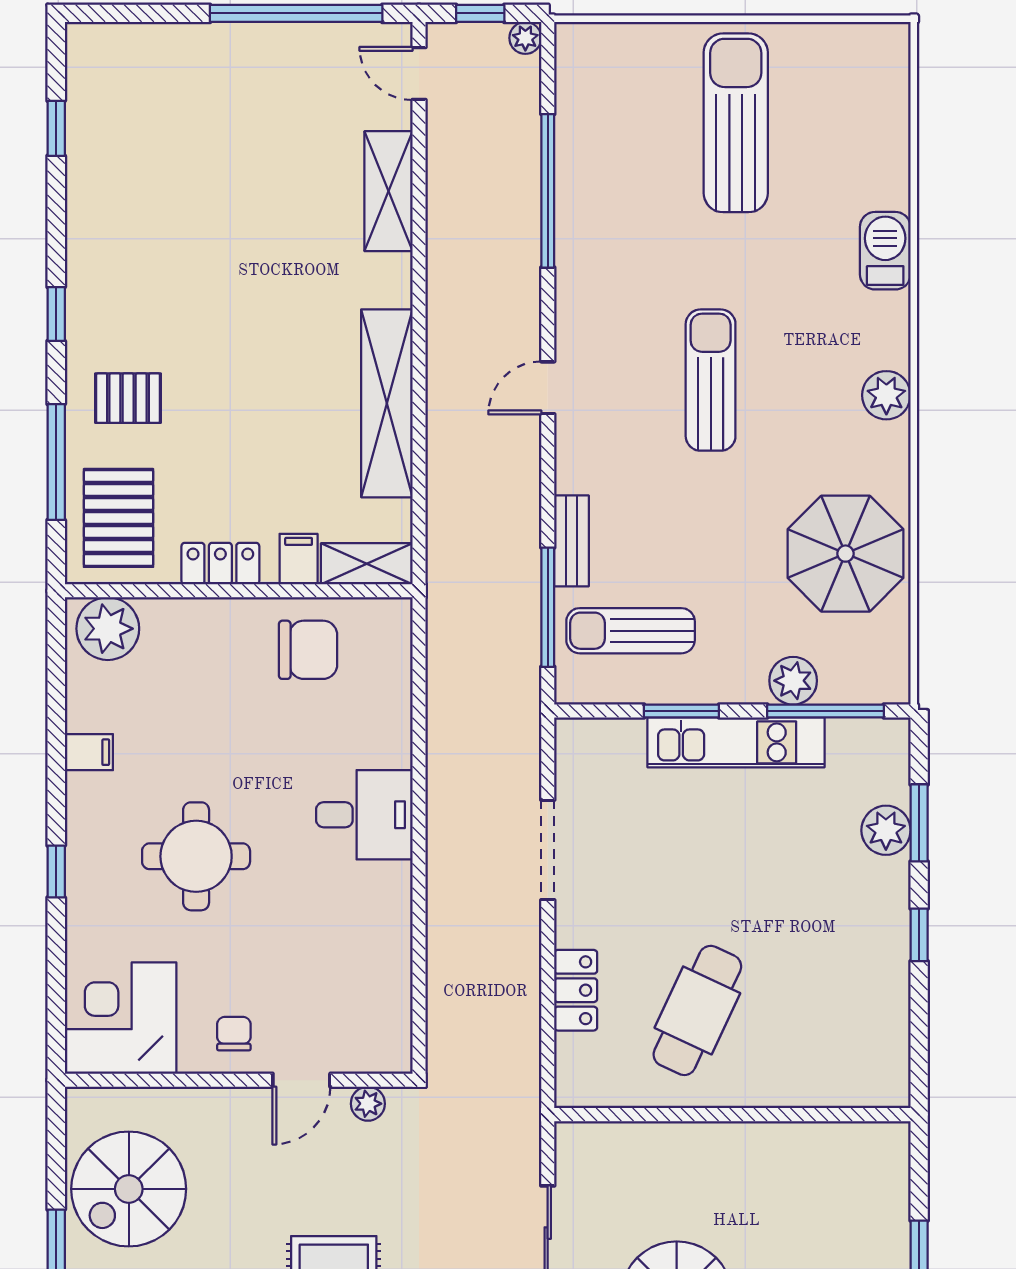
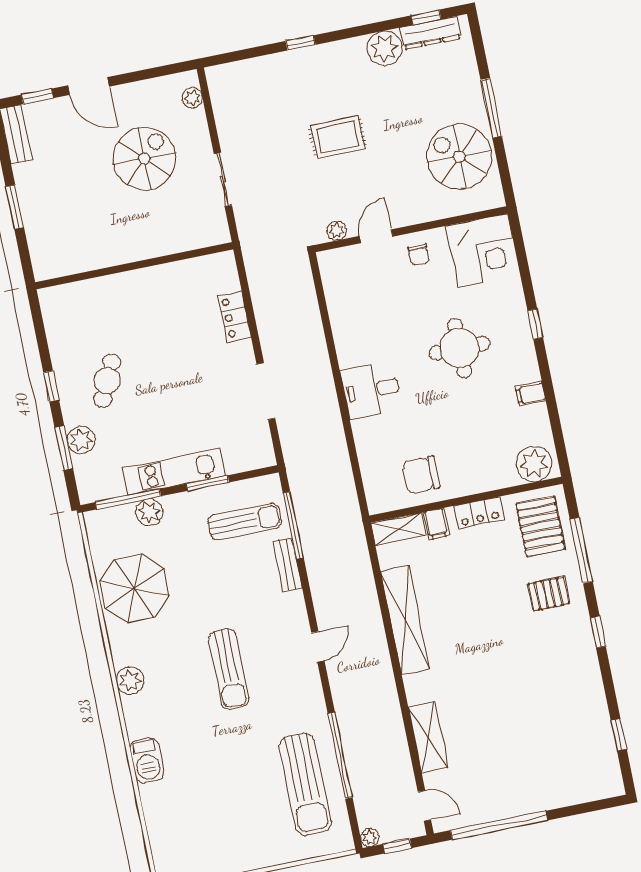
sun lounger: (736, 123) -> (305, 784), moved
cafe table: (697, 1010) -> (107, 381), moved, width x0.73, depth x0.74
spiral stairs: (129, 1189) -> (459, 157), turned -90

